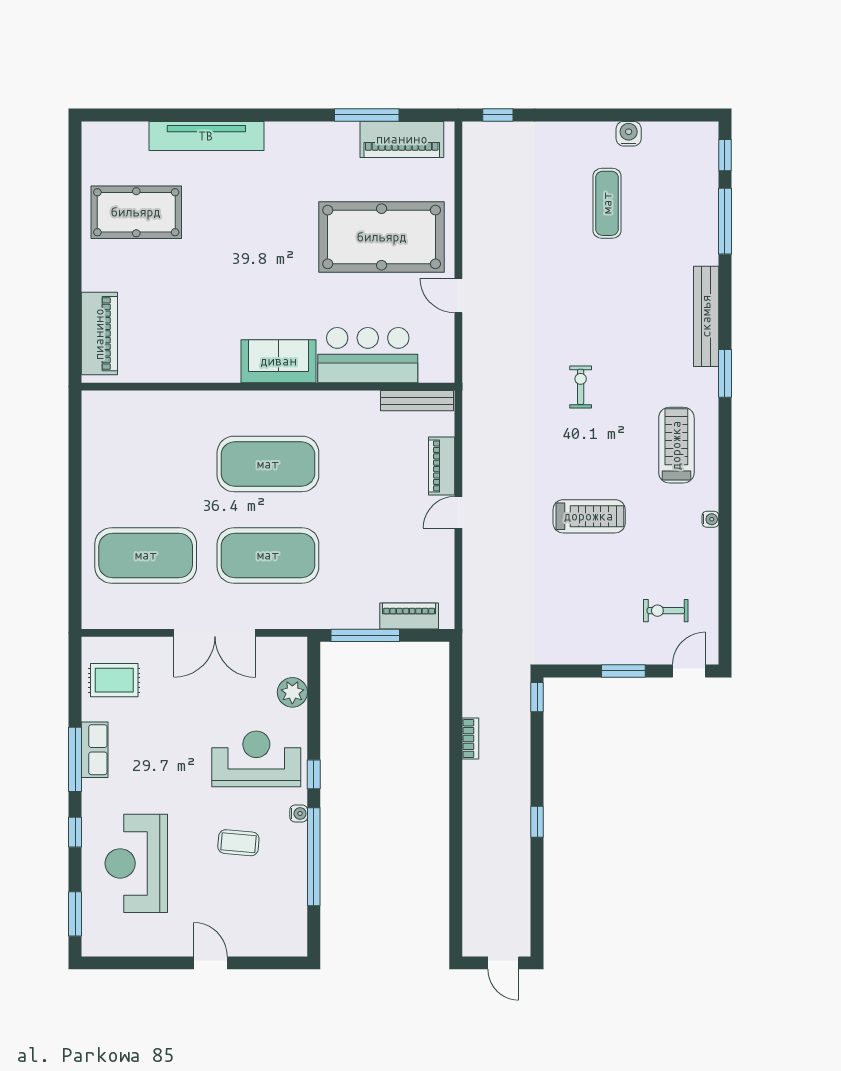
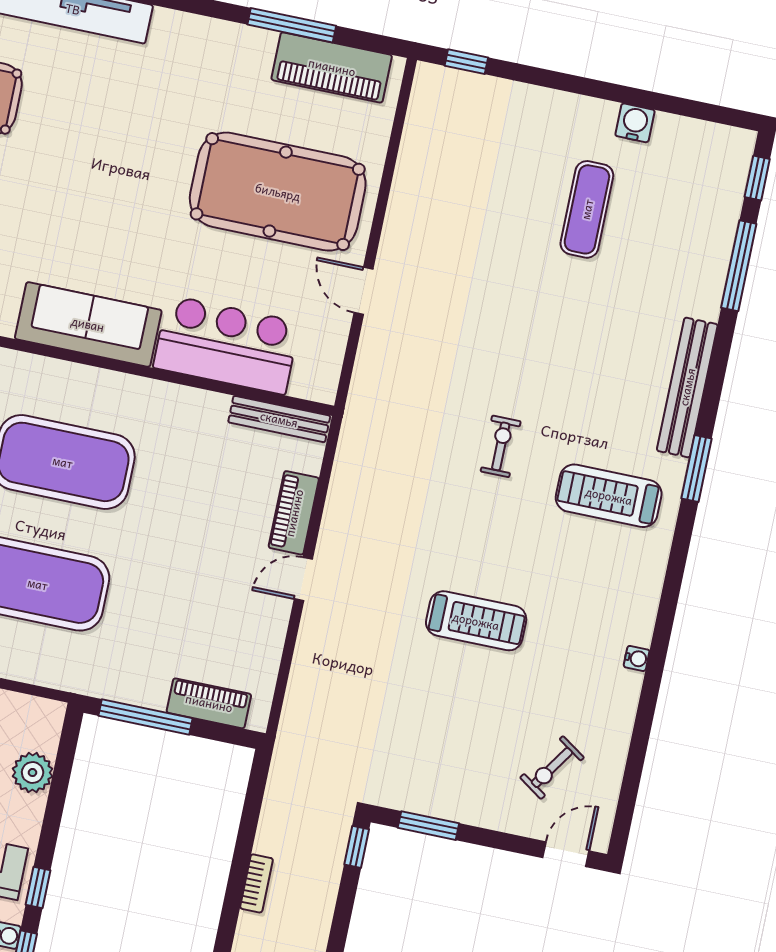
sofa: (279, 361) -> (88, 324), width x1.36
treadmill: (676, 445) -> (609, 496), moved, turned -90
exercise bike: (666, 611) -> (552, 768), turned -56
window: (623, 671) -> (428, 826), moved

